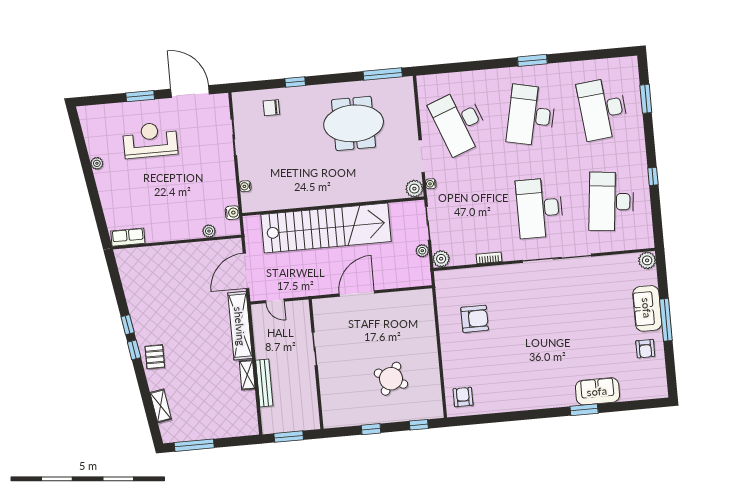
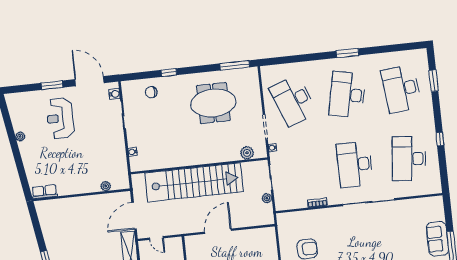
reception desk: (150, 140) -> (60, 118), turned -90
plant: (414, 189) -> (247, 153), moved
water cooler: (232, 213) -> (115, 94), moved
plant: (441, 259) -> (281, 204), removed
plant: (647, 260) -> (437, 203), removed

